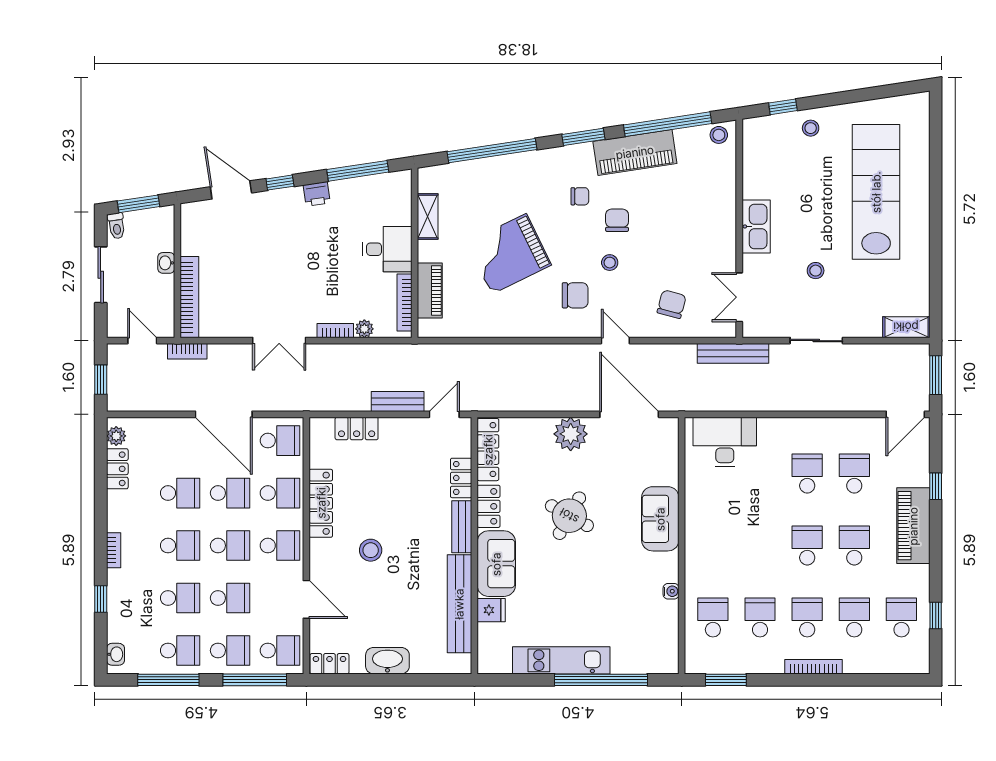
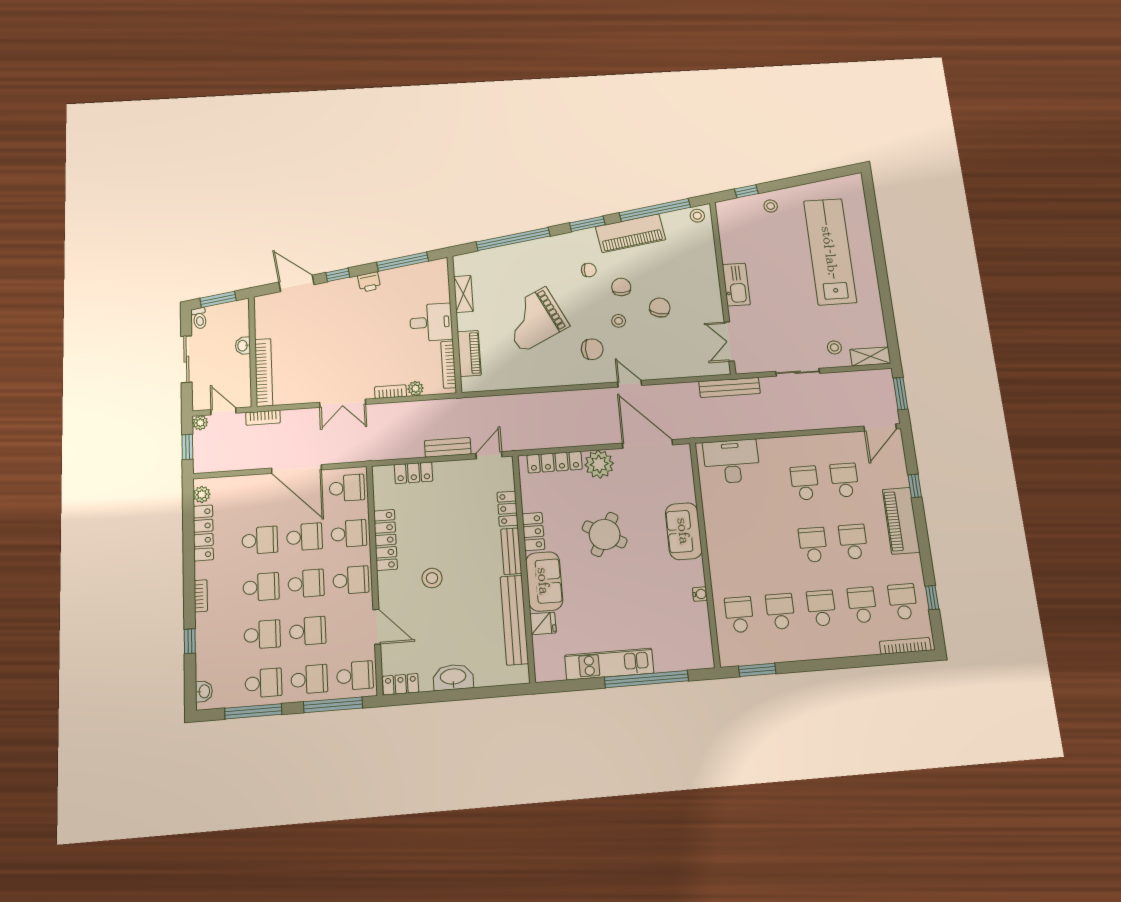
stool: (816, 271) -> (834, 347), moved
chair: (672, 304) -> (660, 308), moved
plant: (116, 352) -> (200, 423), added
locker: (488, 450) -> (555, 462), moved, turned 90
locker: (117, 469) -> (203, 533), width x1.53
bookcase: (814, 667) -> (905, 646), moved

